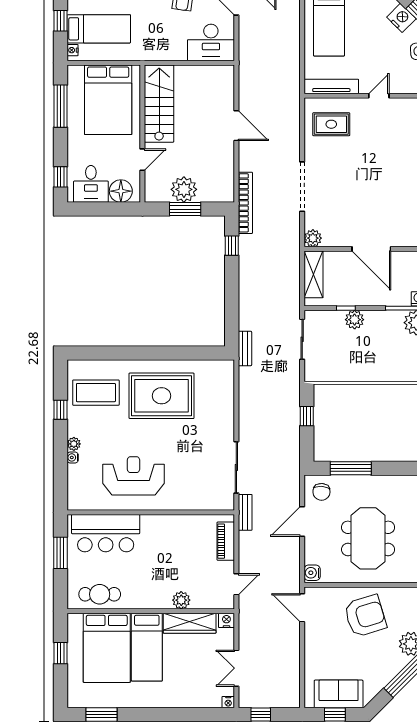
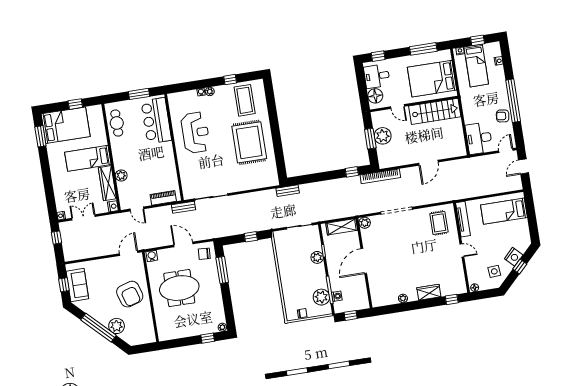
bed: (107, 648) -> (66, 125), moved, turned 180

